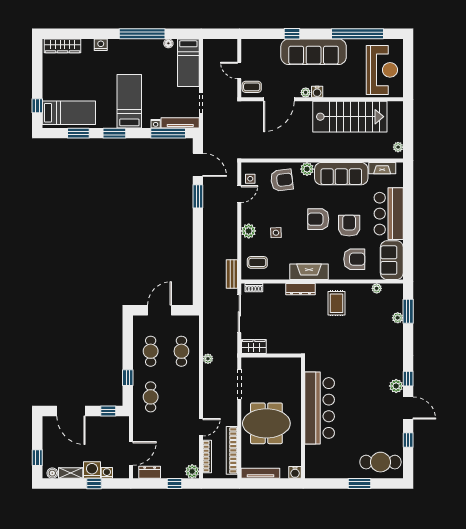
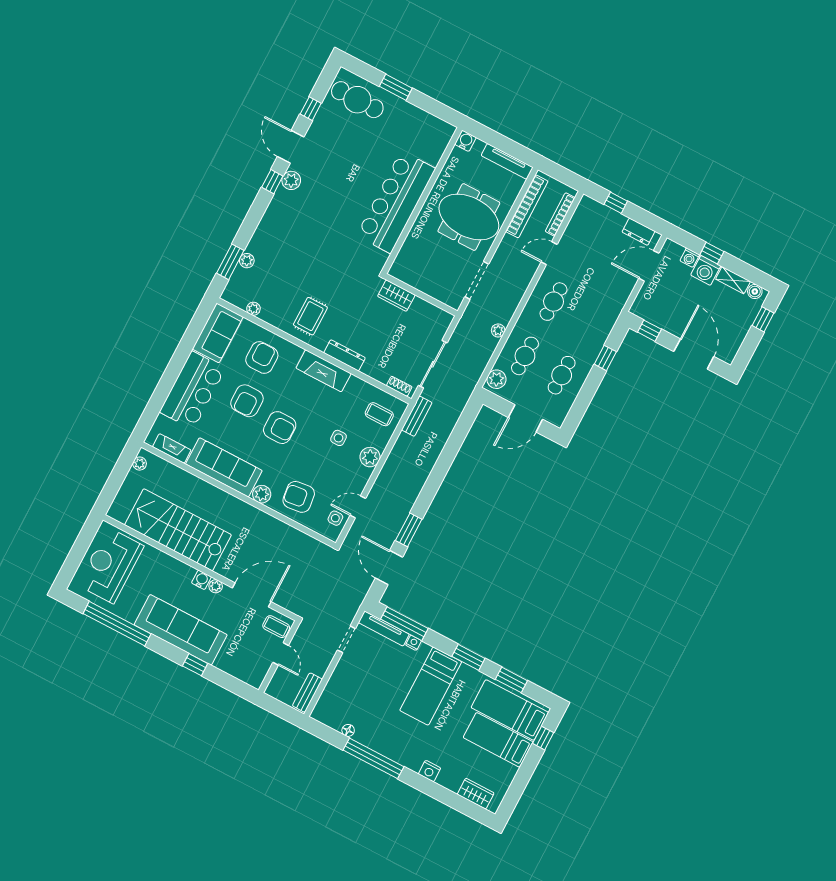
wardrobe: (62, 46) -> (476, 794), width x0.67
bench: (208, 54) -> (307, 693), added
bed: (188, 63) -> (498, 740), moved, turned -90
armchair: (354, 259) -> (262, 358), turned 90
wardrobe: (254, 346) -> (396, 296), moved
cafe table: (151, 397) -> (554, 302), moved
plant: (192, 471) -> (496, 379), moved

